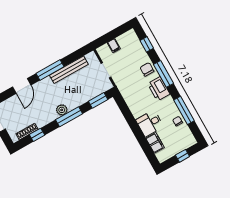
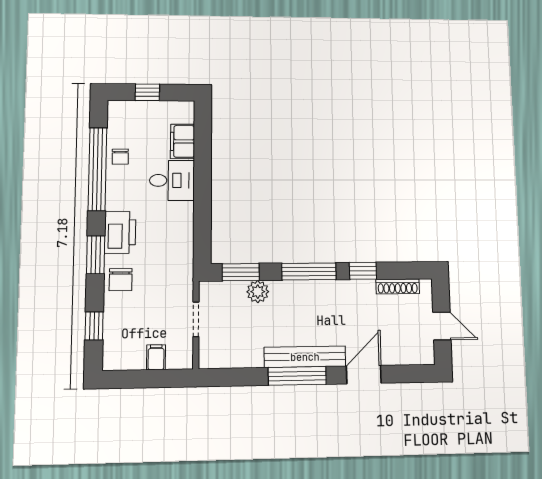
bench: (69, 70) -> (305, 357), moved
window: (163, 74) -> (96, 255), width x0.69
plant: (62, 110) -> (258, 292), moved
window: (184, 110) -> (97, 169), width x1.46
window: (37, 135) -> (363, 271), moved

